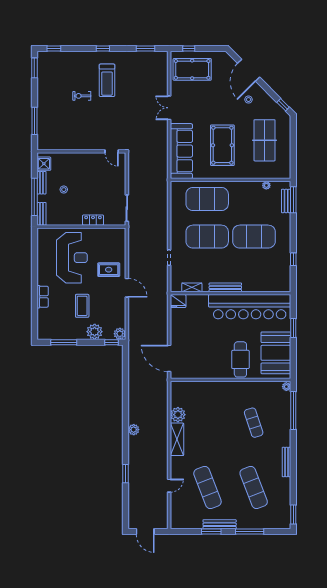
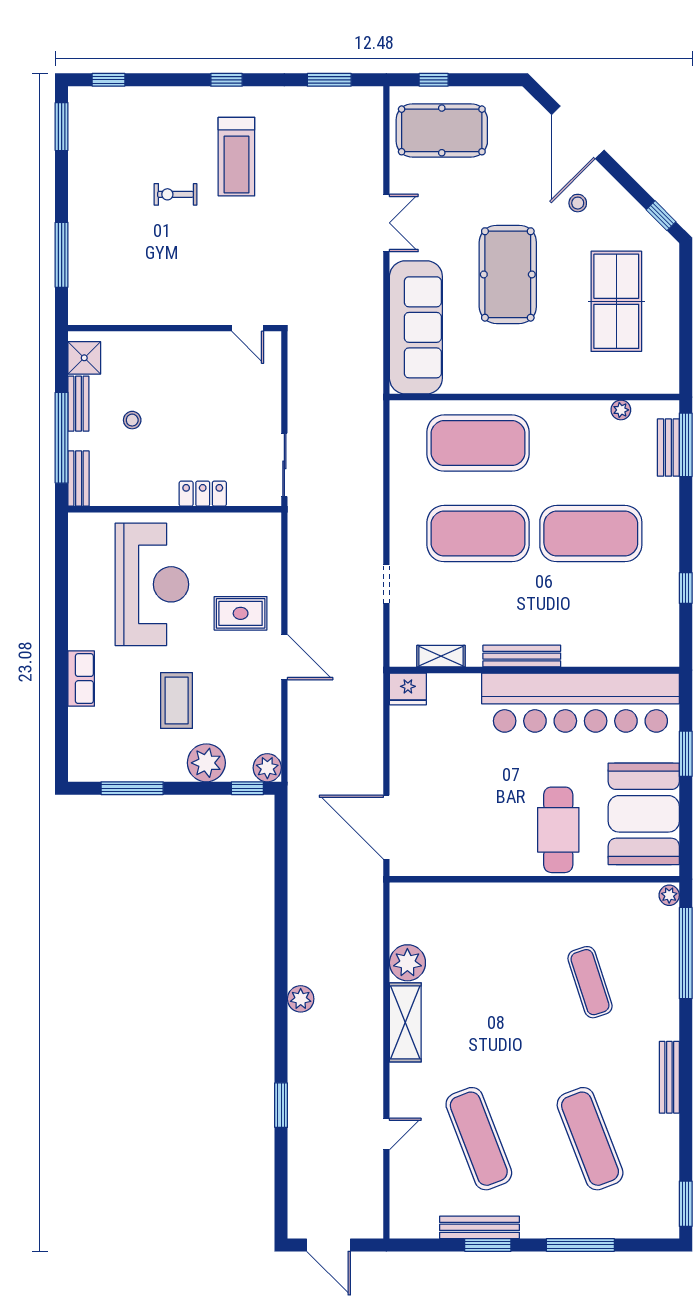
double door: (169, 108) -> (386, 223), swing flipped
pool table: (222, 145) -> (508, 274), moved
bench: (220, 524) -> (479, 1227), moved

